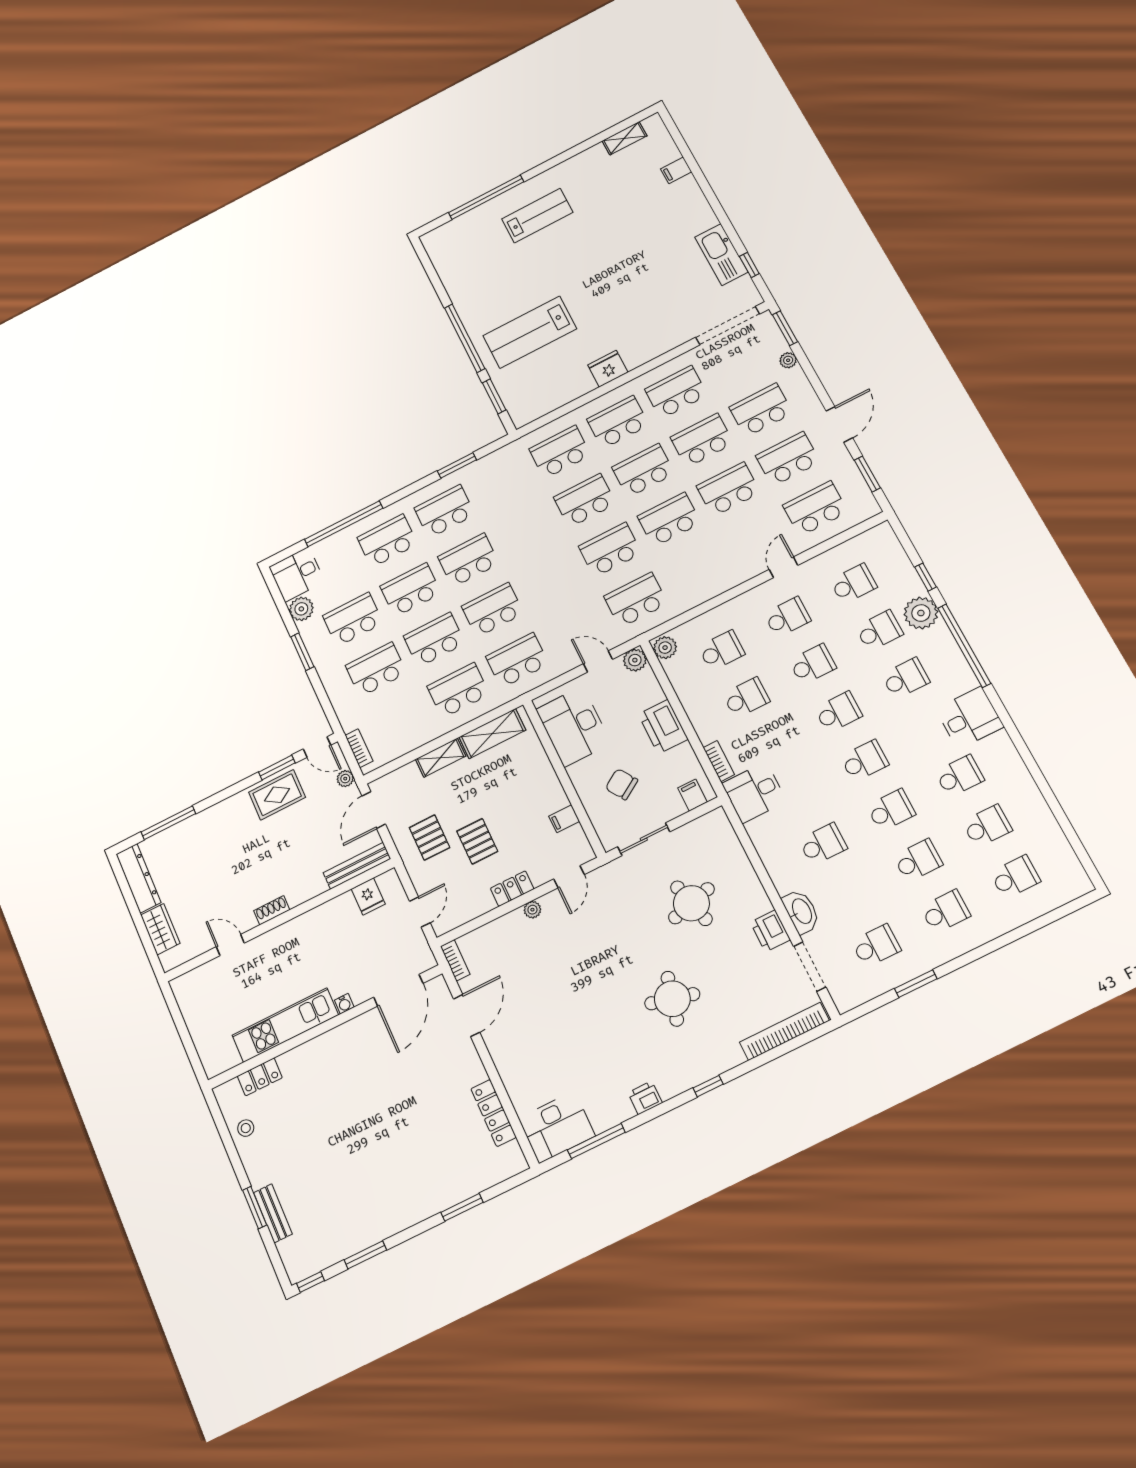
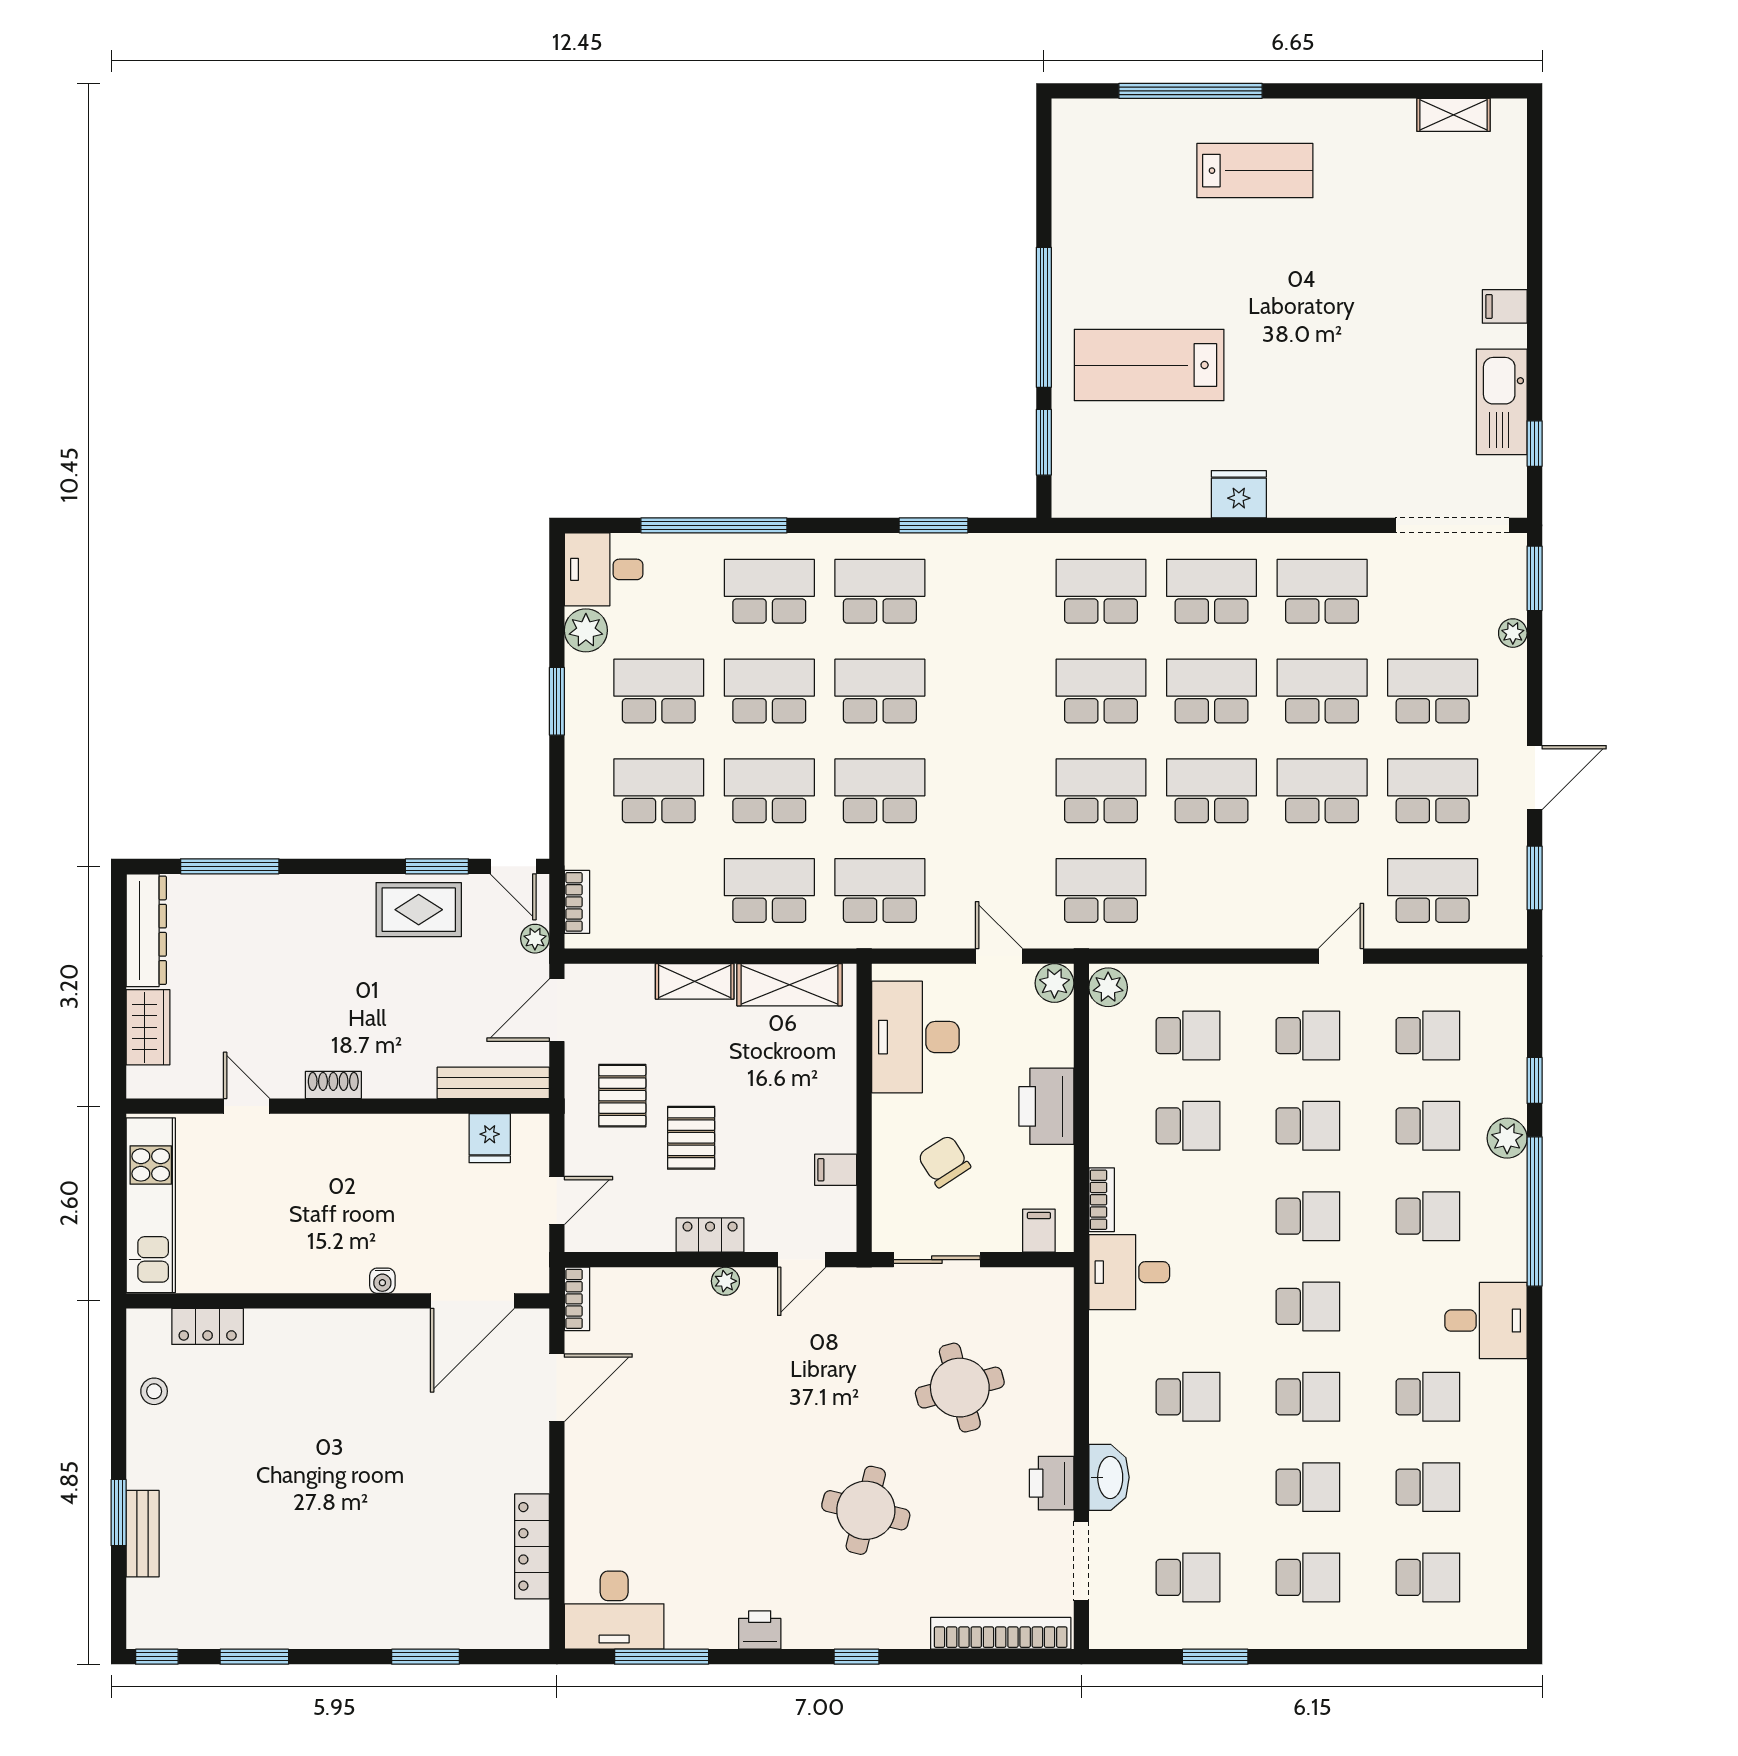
filing cabinet: (676, 170) -> (1505, 306), moved
plant: (921, 613) -> (1507, 1138), width x0.73, depth x0.73
kitchen unit: (285, 1025) -> (151, 1205), moved, turned 90

